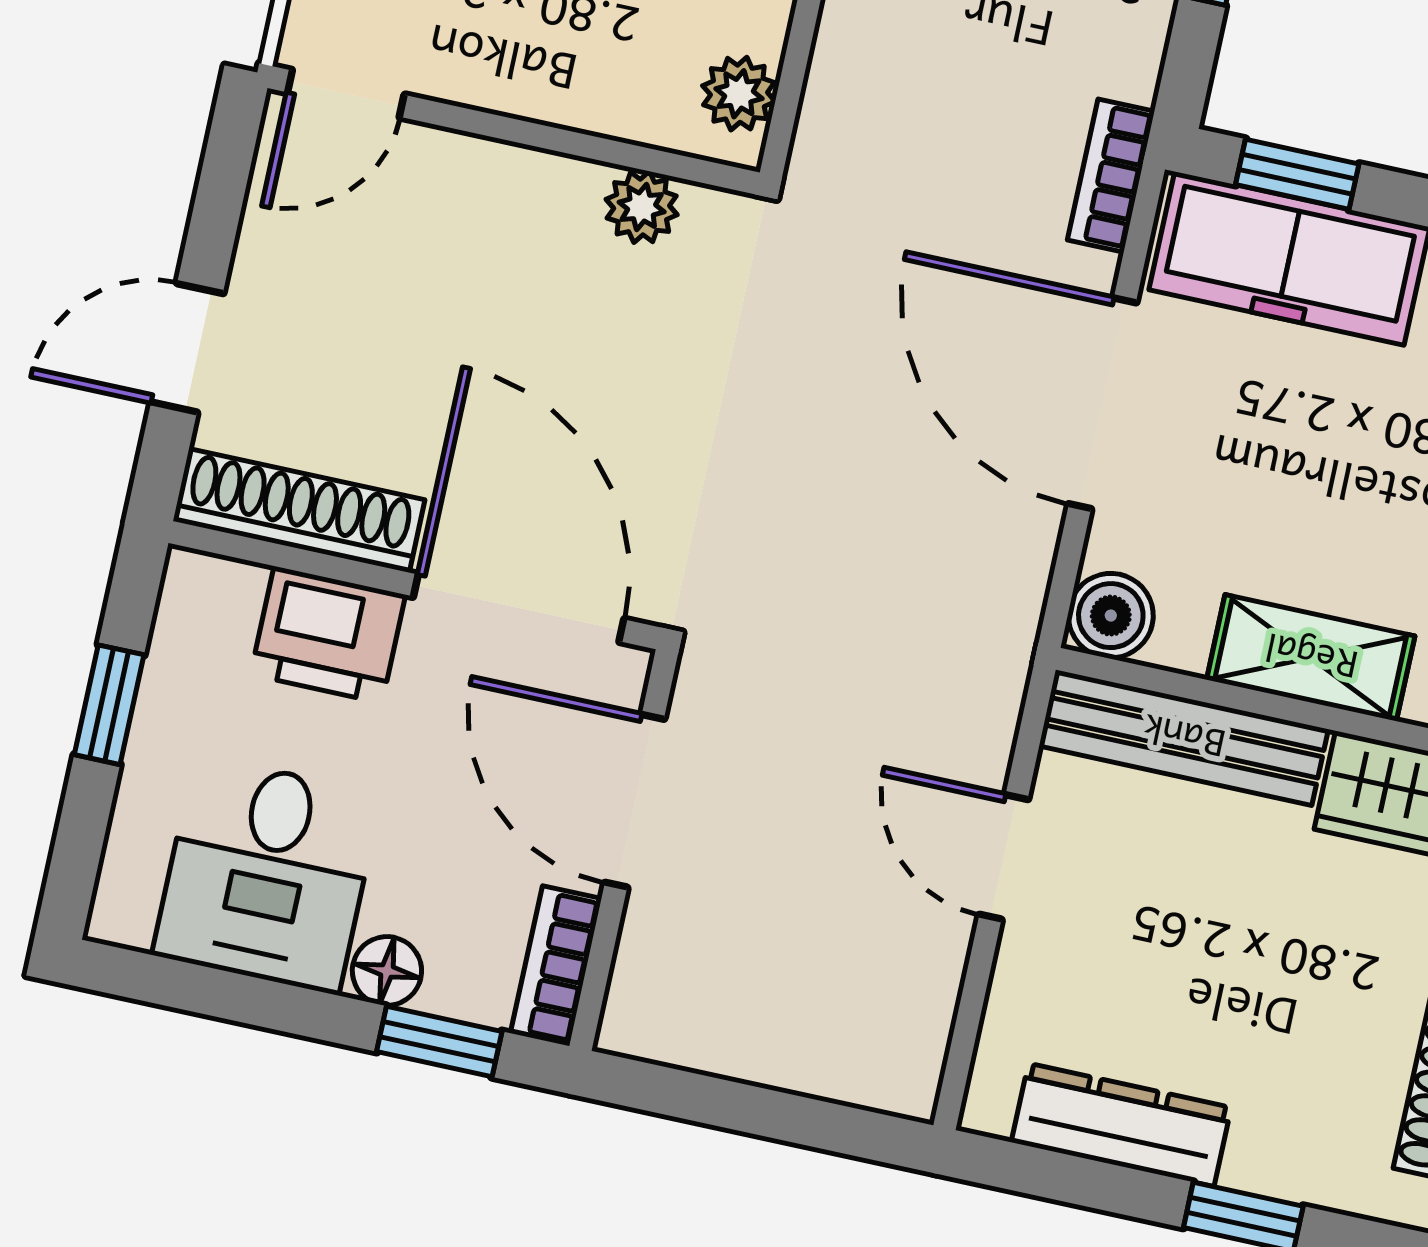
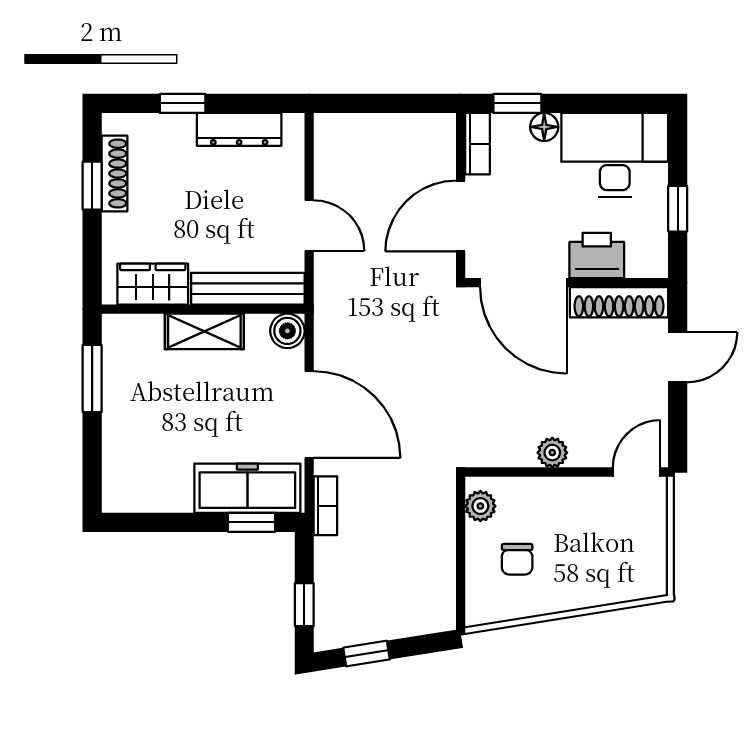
plant: (642, 207) -> (552, 453), moved
door: (634, 801) -> (461, 216), swing flipped
desk: (267, 874) -> (615, 155), width x1.37

